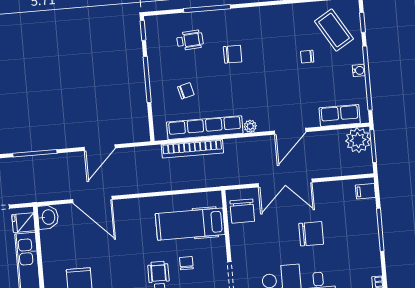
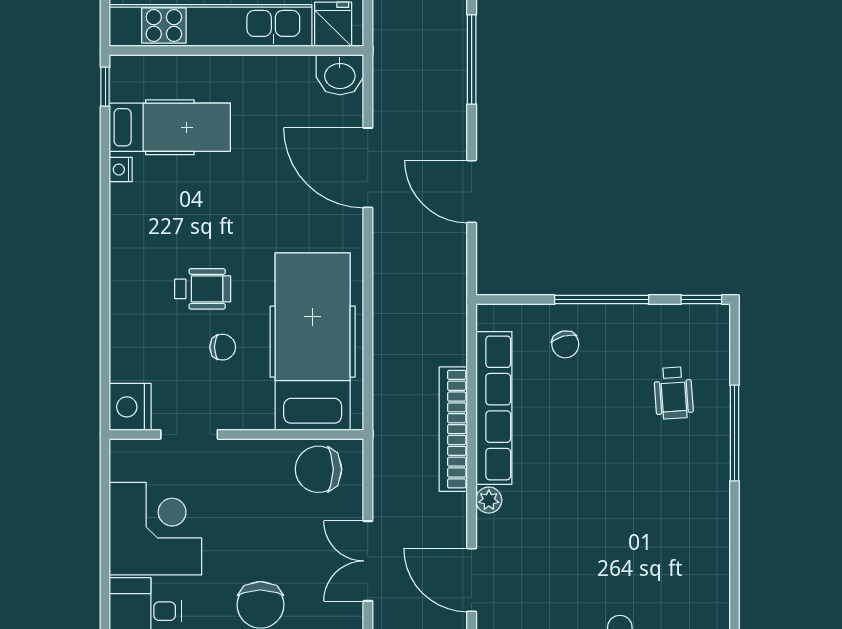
chair: (233, 54) -> (638, 477), removed
chair: (186, 91) -> (565, 344), moved
bookcase: (192, 149) -> (453, 429), moved
double door: (285, 183) -> (368, 561), width x0.73
door: (92, 199) -> (368, 168), hinge flipped
hospital bed: (190, 224) -> (313, 342), width x1.37, depth x1.29

